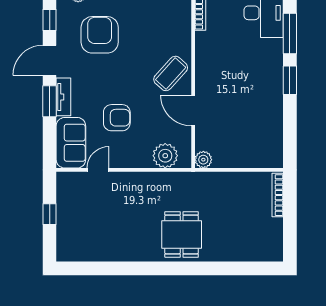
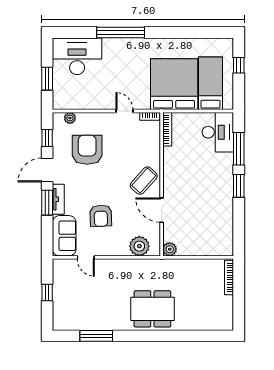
armchair: (117, 118) -> (101, 216), turned 88
door: (98, 170) -> (86, 257), swing flipped
dining table: (182, 234) -> (152, 309), width x1.38
window: (111, 268) -> (96, 336), added

